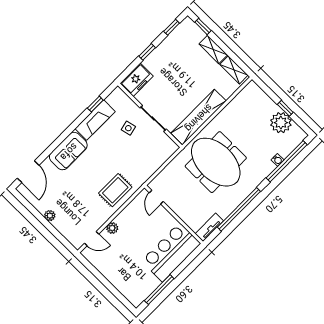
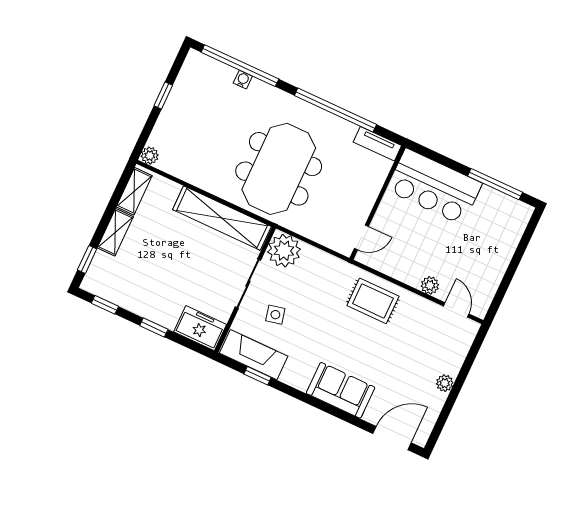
fireplace: (95, 120) -> (254, 355), moved
plant: (281, 123) -> (150, 156), moved, width x0.53, depth x0.53
plant: (165, 147) -> (284, 251), added

